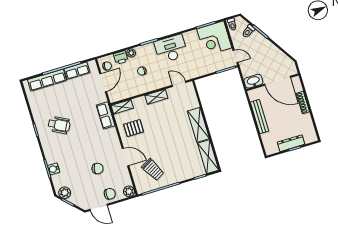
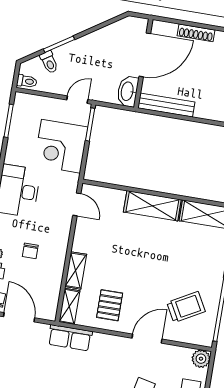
corner desk: (214, 38) -> (61, 146), moved, turned 90
door: (179, 84) -> (77, 204), swing flipped
shelving: (156, 97) -> (76, 270), moved
bench: (260, 117) -> (166, 105), moved

